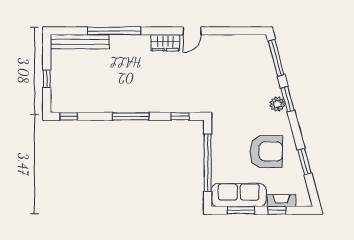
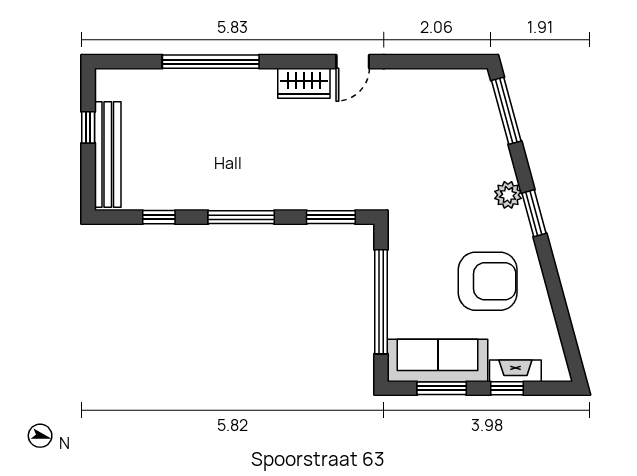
bench: (80, 42) -> (108, 154), moved, turned 90
window: (47, 79) -> (88, 127), moved
window: (288, 99) -> (534, 213), moved
window: (69, 116) -> (159, 217), moved
window: (180, 116) -> (331, 217), width x1.50
window: (304, 162) -> (557, 300), removed

